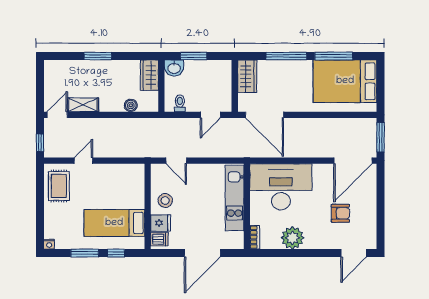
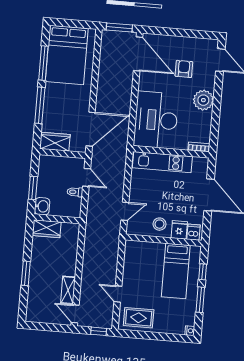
toilet: (180, 103) -> (75, 192), moved
boiler: (131, 105) -> (72, 248), removed
plant: (292, 238) -> (203, 100), moved

